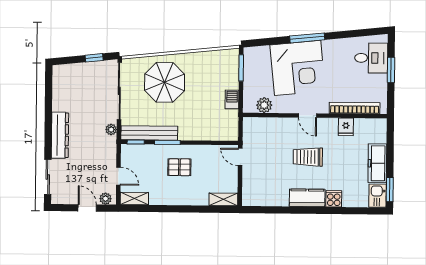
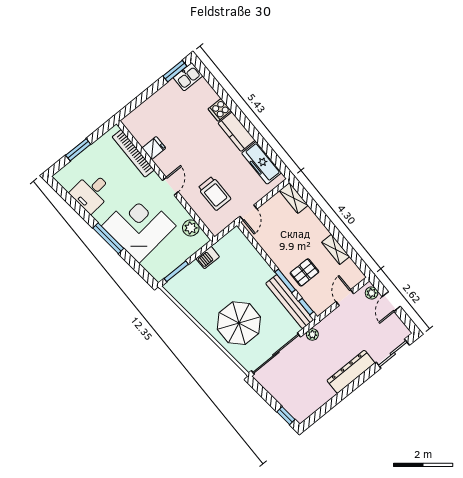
window: (94, 58) -> (286, 416), moved
desk: (371, 58) -> (91, 192), moved, turned -96
trolley: (308, 157) -> (214, 193), moved
freezer: (377, 163) -> (262, 163), moved, turned 90
pallet: (179, 167) -> (304, 272), moved, turned 90
shelving: (134, 199) -> (336, 249), moved

